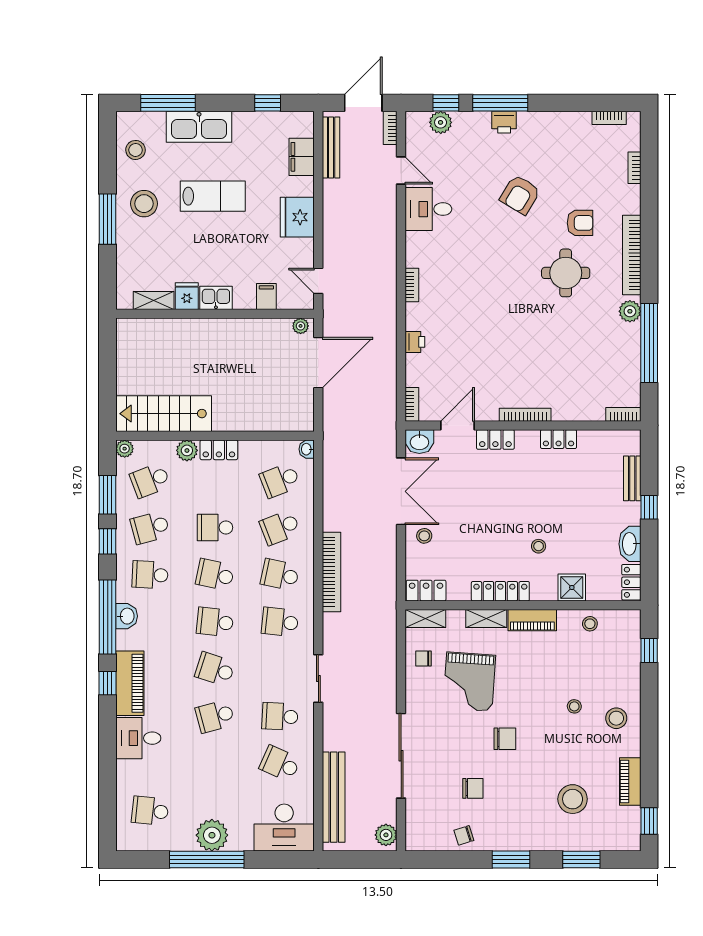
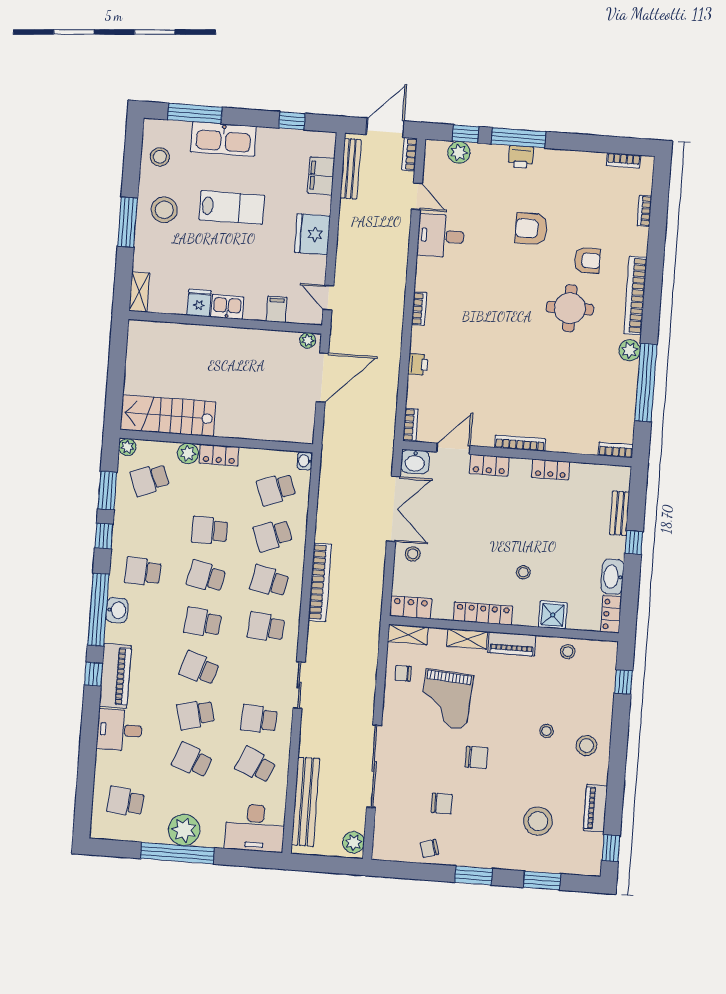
armchair: (520, 195) -> (531, 229), turned 59
shelving: (154, 301) -> (139, 292), moved, turned 90
school desk: (150, 528) -> (192, 760), moved, turned 36

